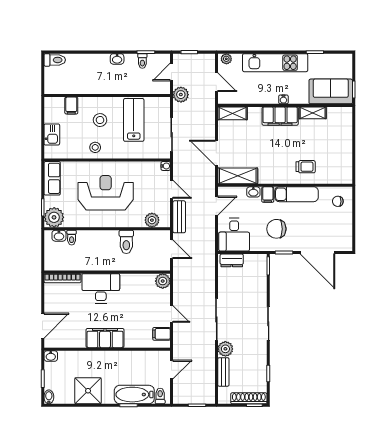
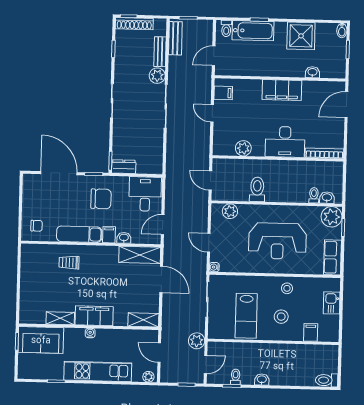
bench: (179, 217) -> (175, 38), moved
dresser: (232, 260) -> (124, 167), moved
plant: (163, 281) -> (243, 148), moved
washbasin: (51, 356) -> (313, 72), moved

